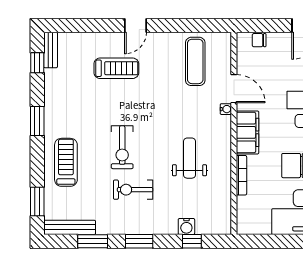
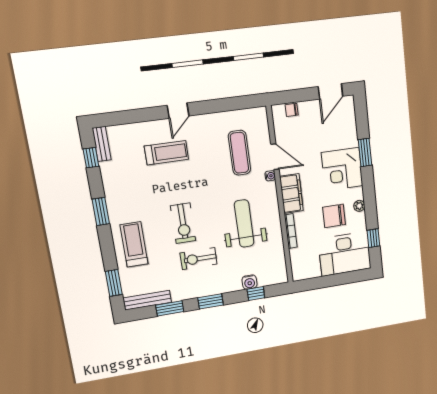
exercise mat: (195, 61) -> (239, 153), moved
weight bench: (189, 158) -> (244, 223), width x1.36, depth x1.33

